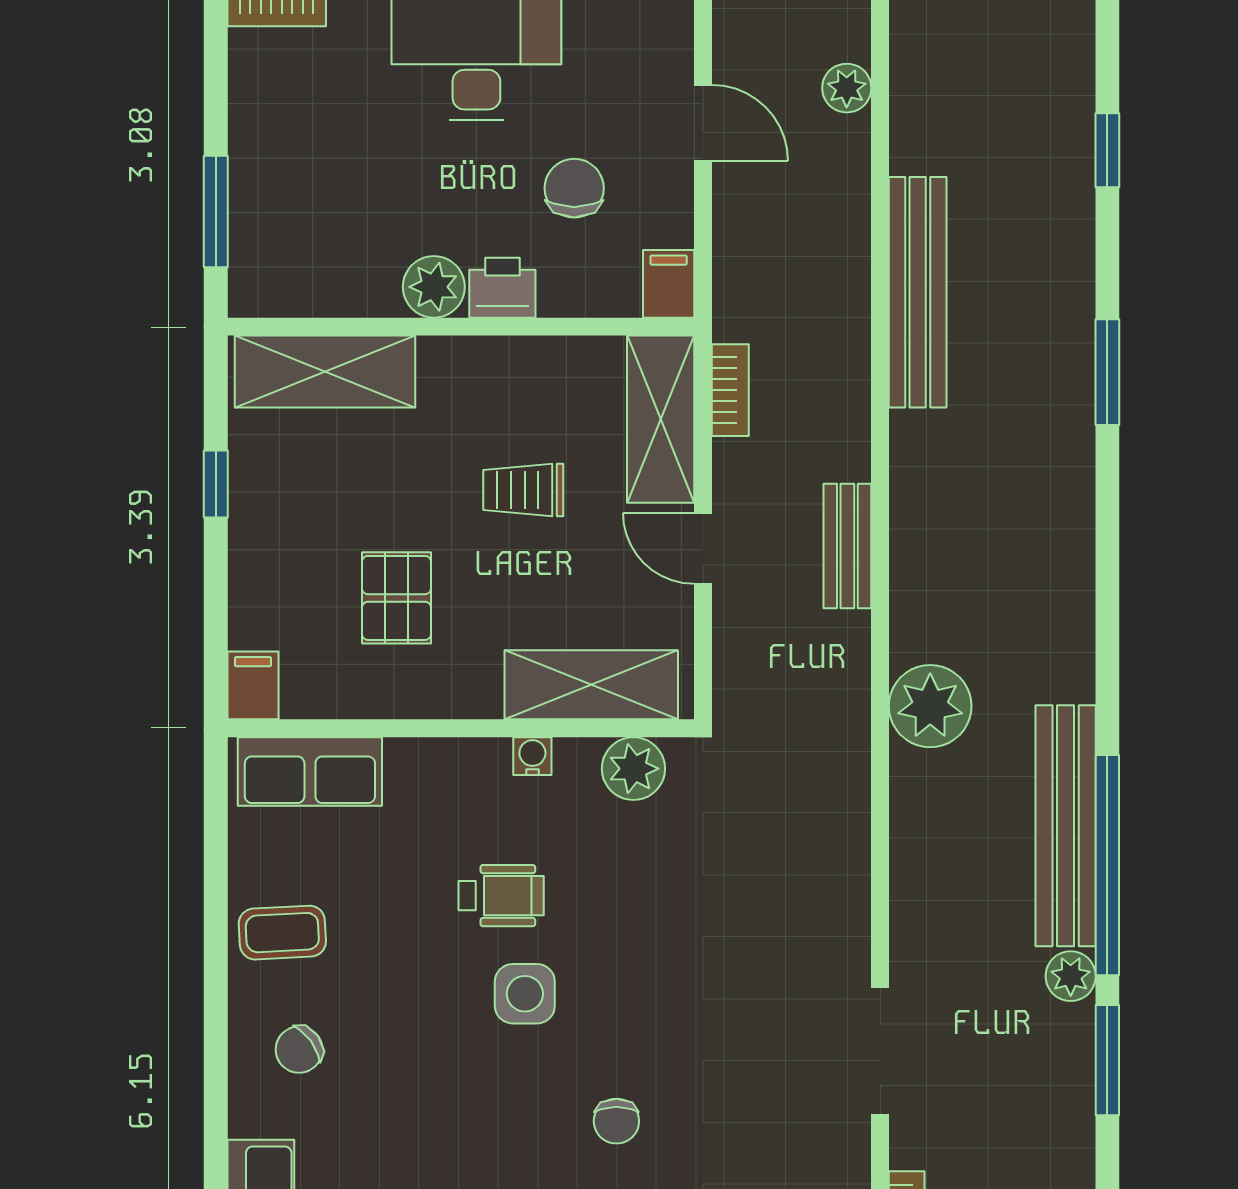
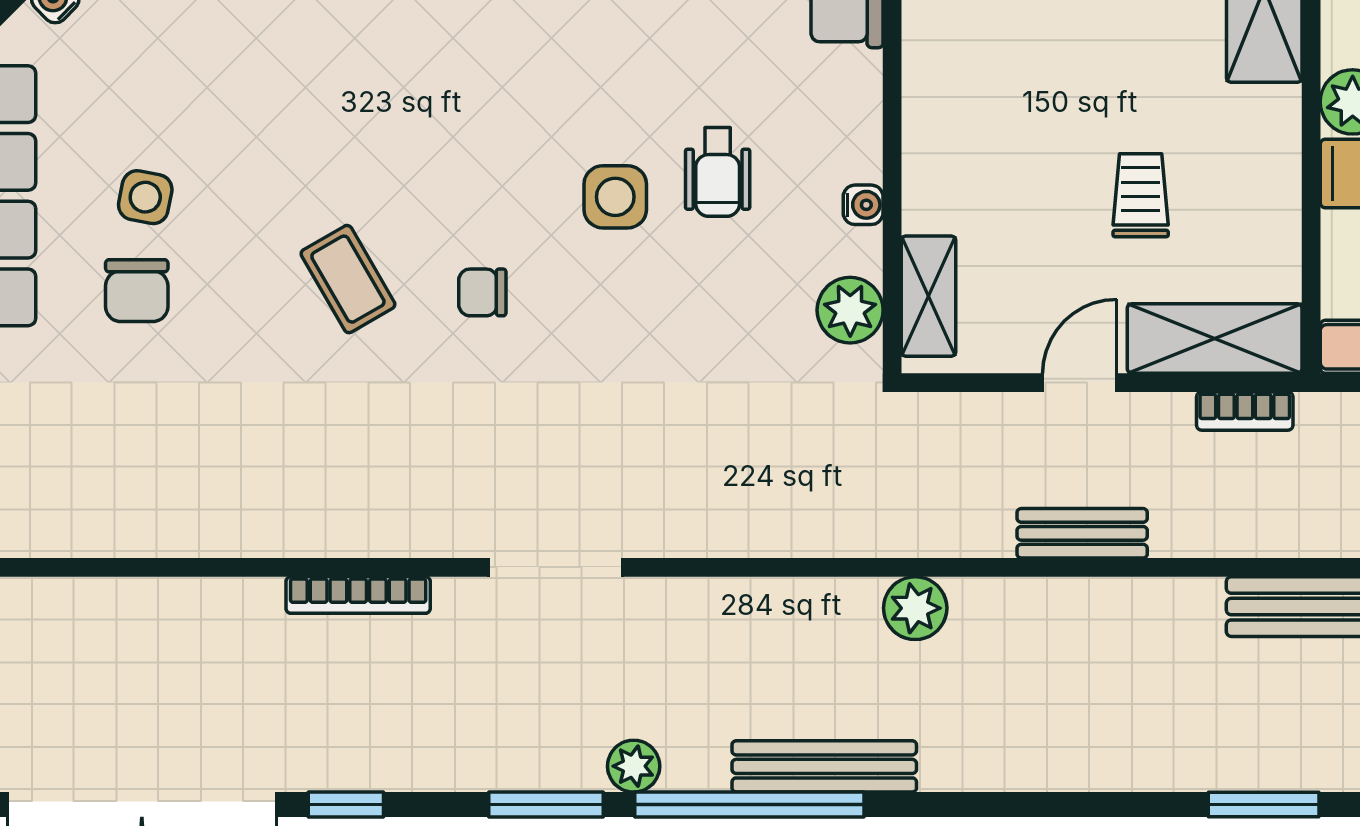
pallet: (396, 598) -> (1028, 63), removed
shelving: (591, 685) -> (929, 296), width x0.67, depth x0.75
plant: (930, 706) -> (915, 608), width x0.73, depth x0.73
bench: (1066, 826) -> (824, 766), width x0.73, depth x0.82

